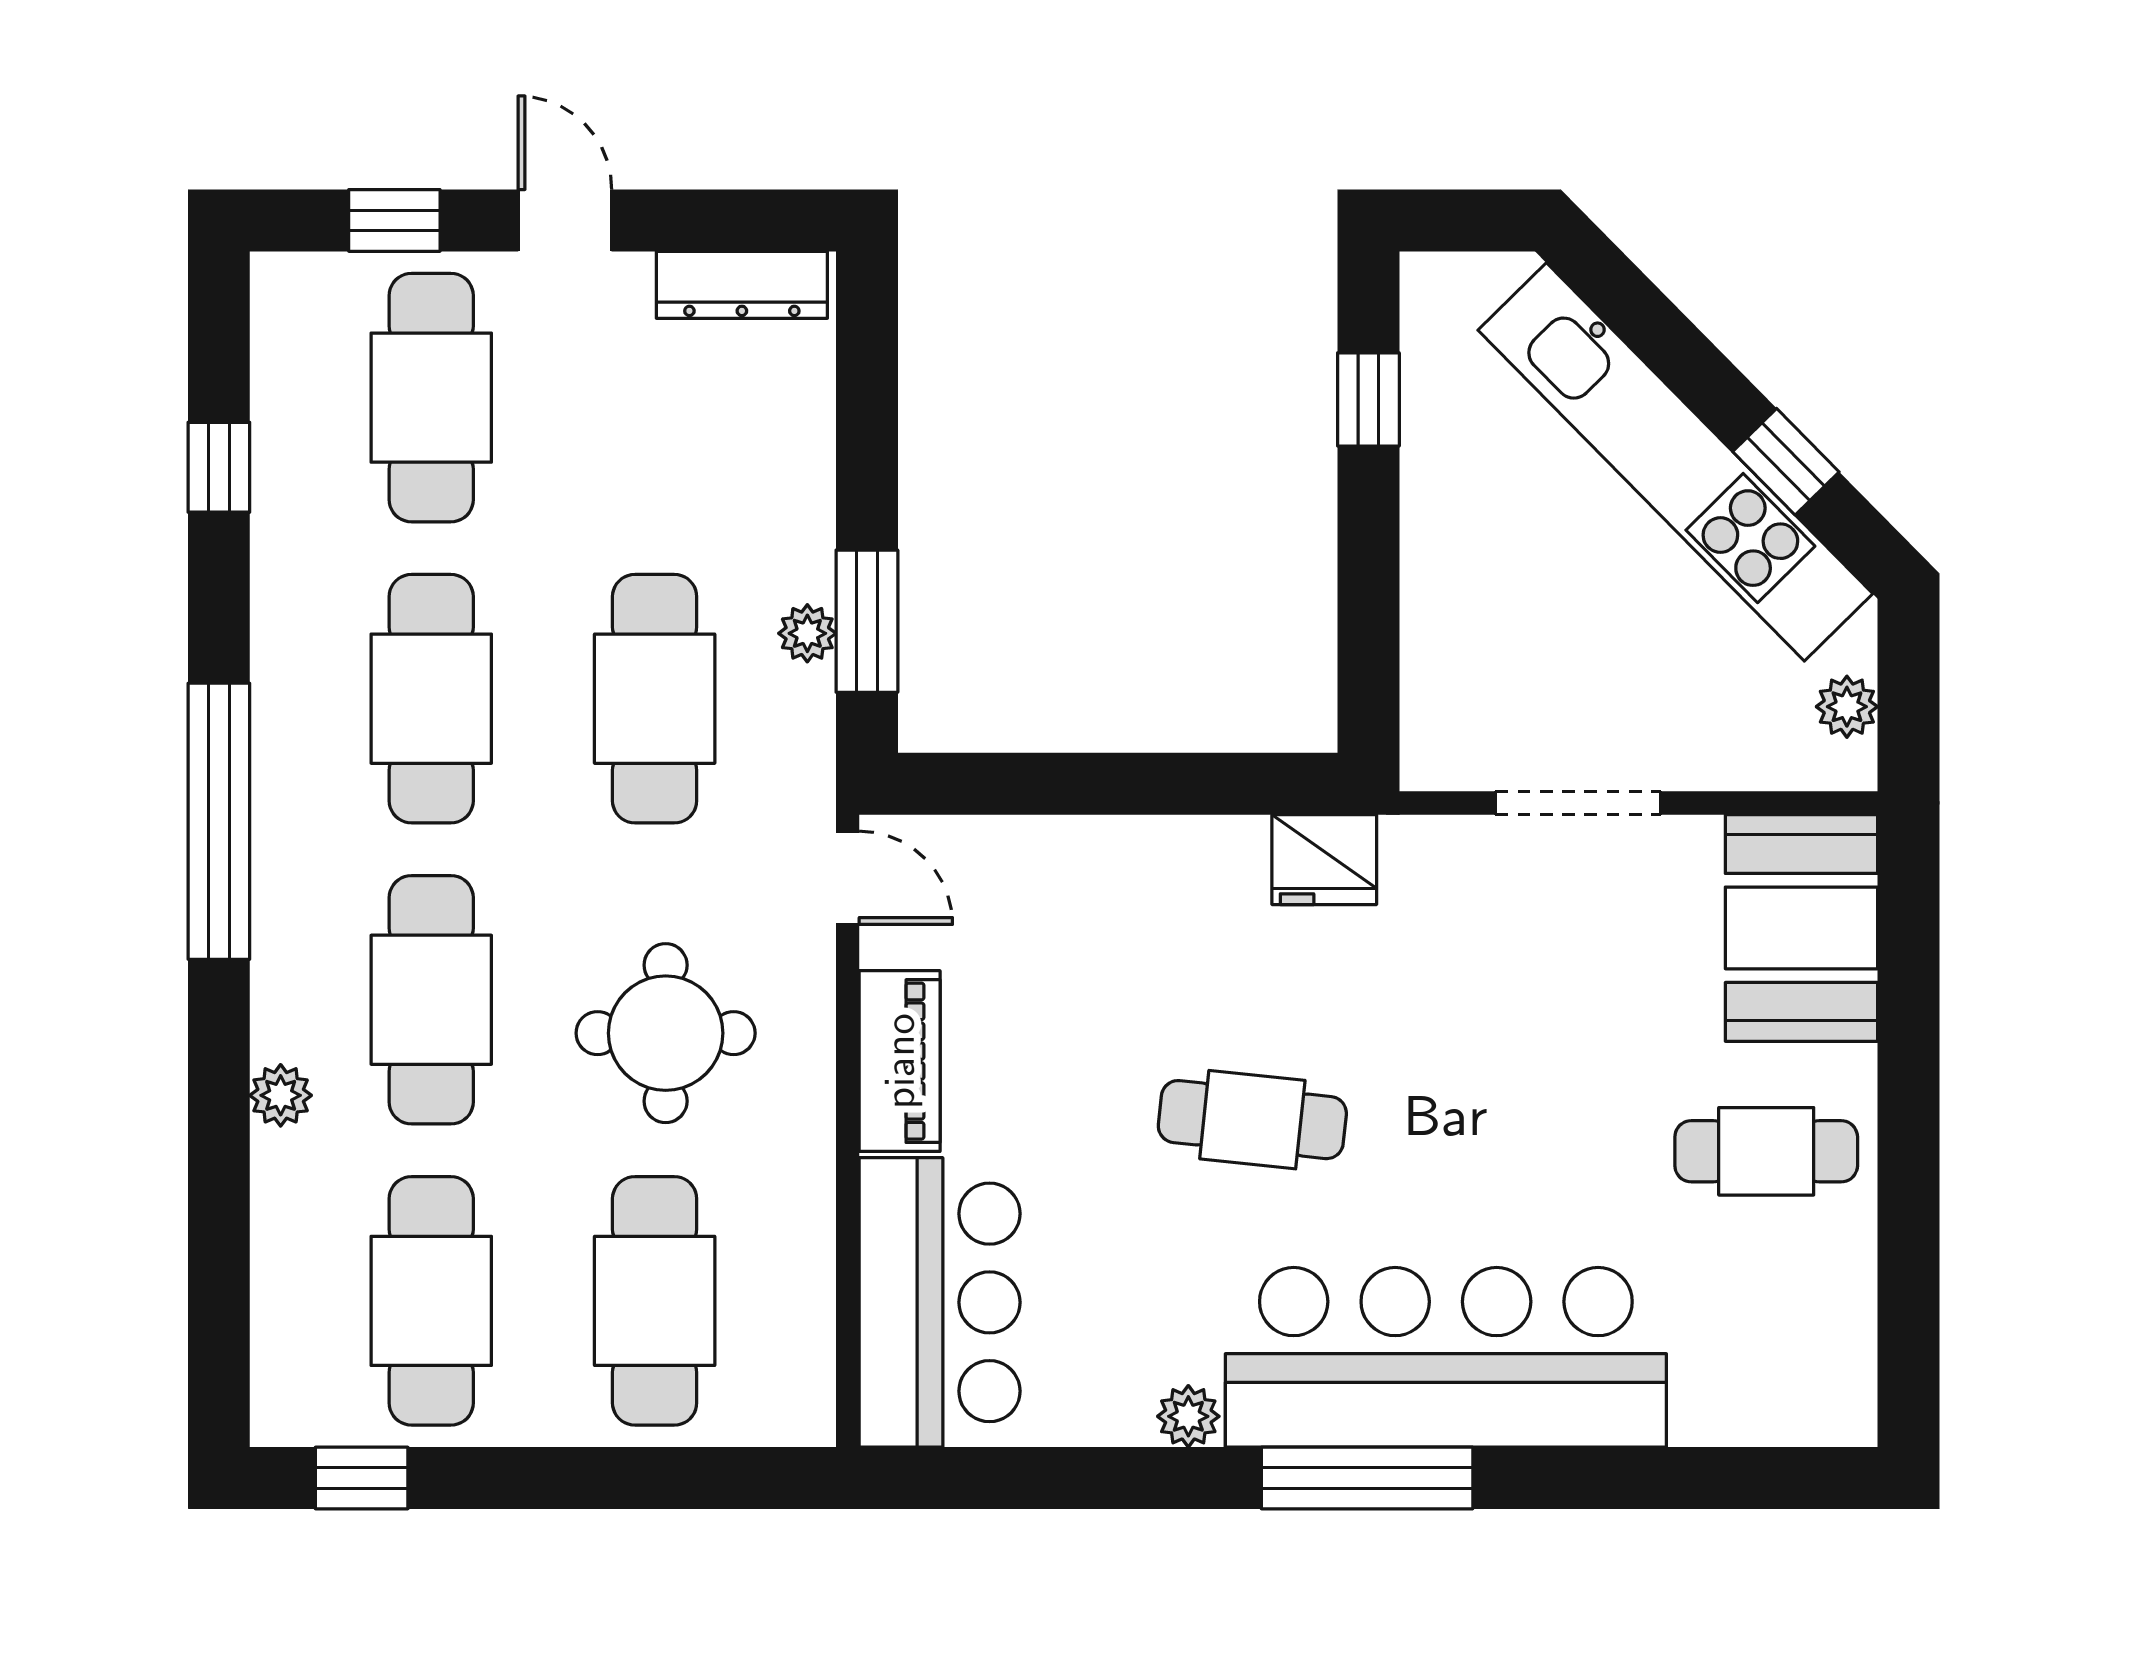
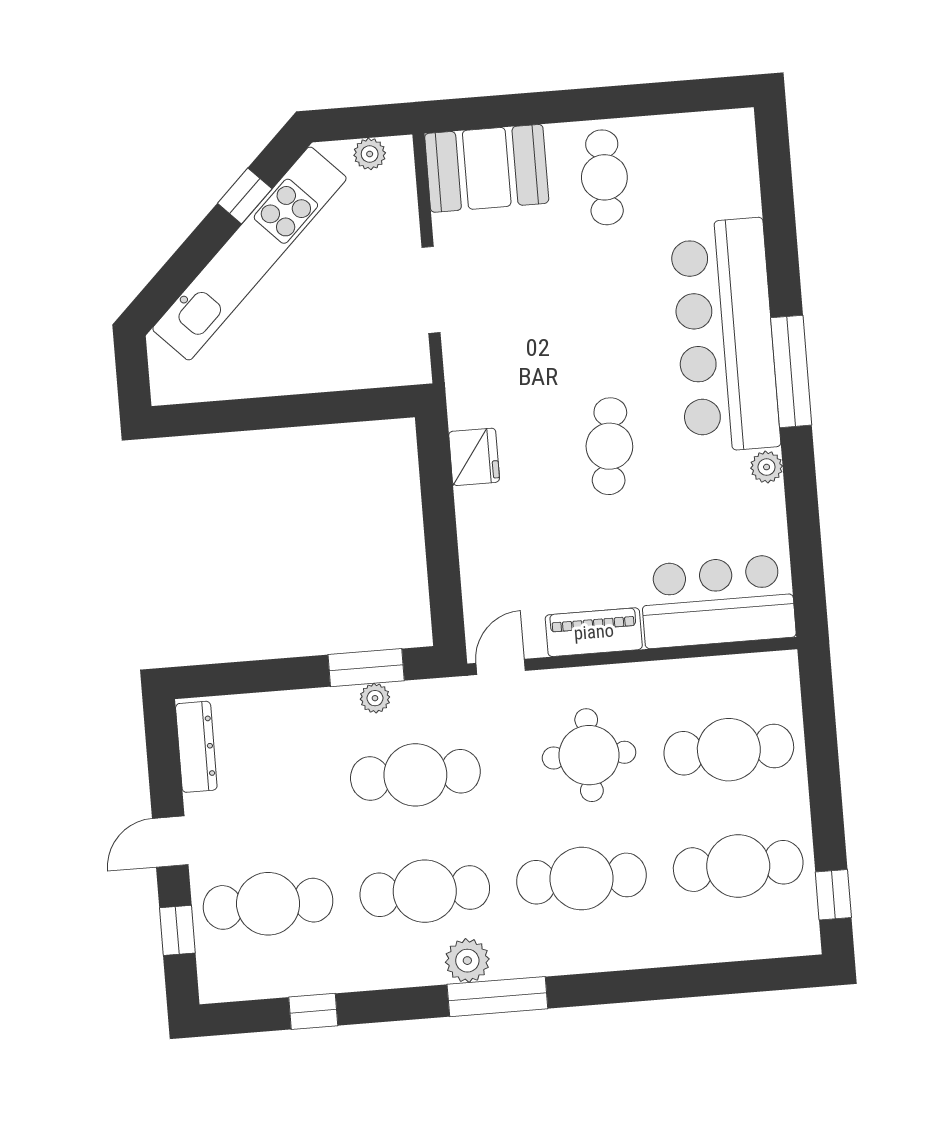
window: (1368, 399) -> (230, 416), removed
window: (219, 821) -> (497, 997), width x0.68
fridge: (1324, 860) -> (474, 457), moved
plant: (281, 1095) -> (467, 961), moved, width x1.38, depth x1.38

